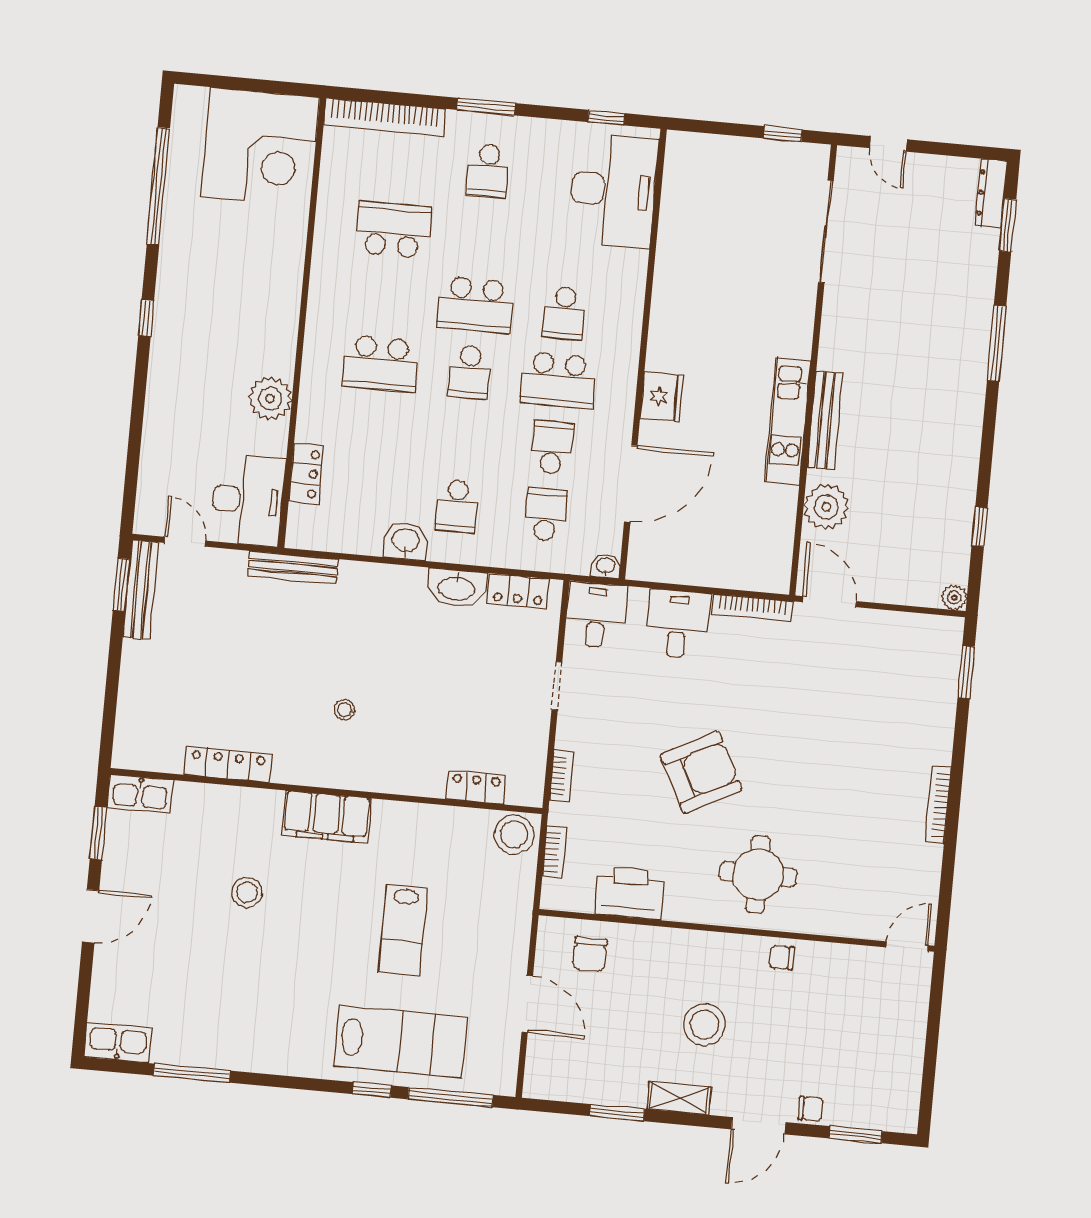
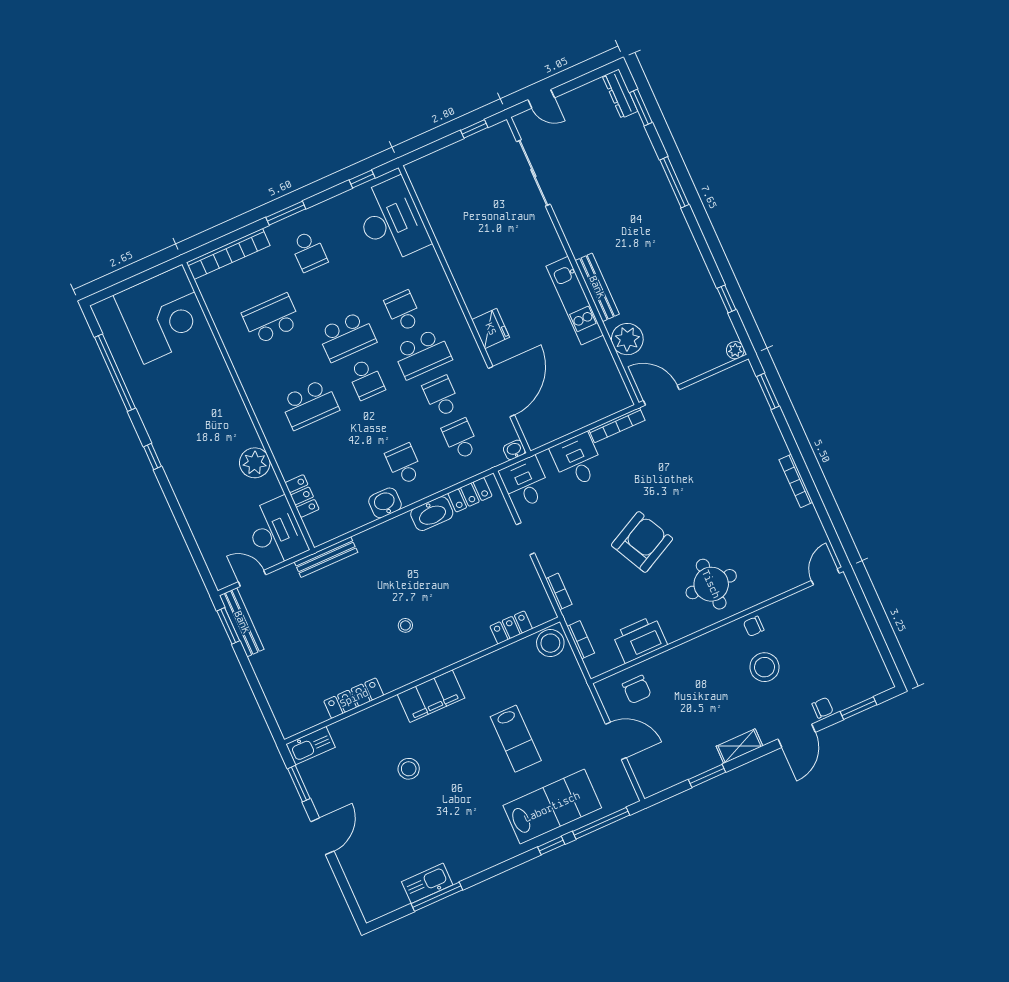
school desk: (564, 313) -> (403, 311), turned 180
school desk: (457, 506) -> (404, 464), turned 180
stool: (704, 1025) -> (764, 667), moved
kitchen sink: (118, 1043) -> (427, 883), moved

